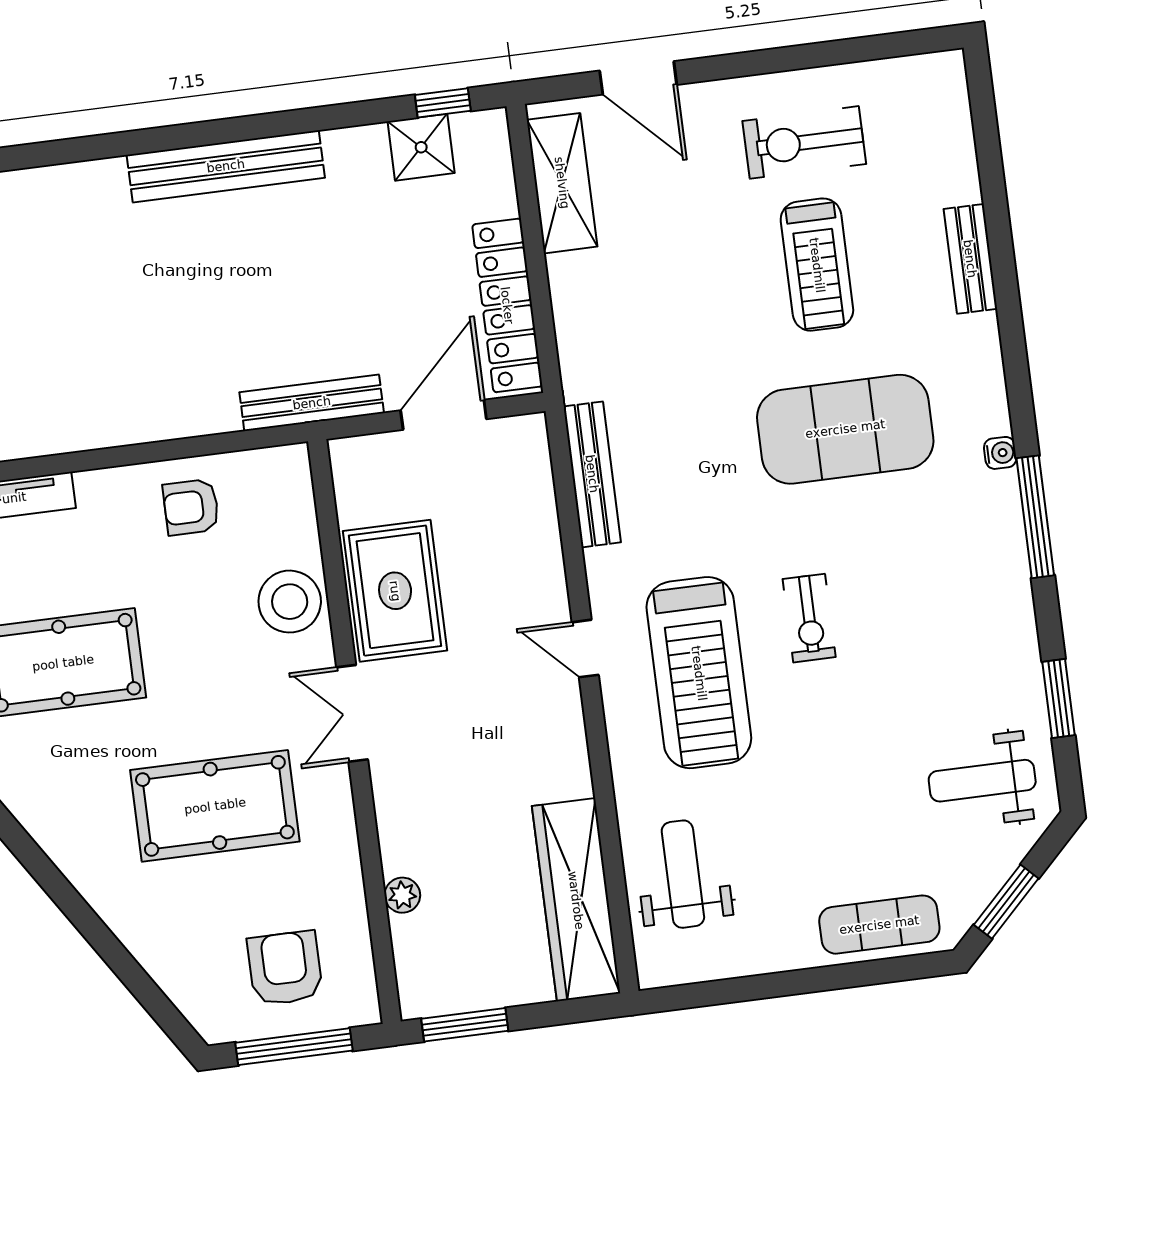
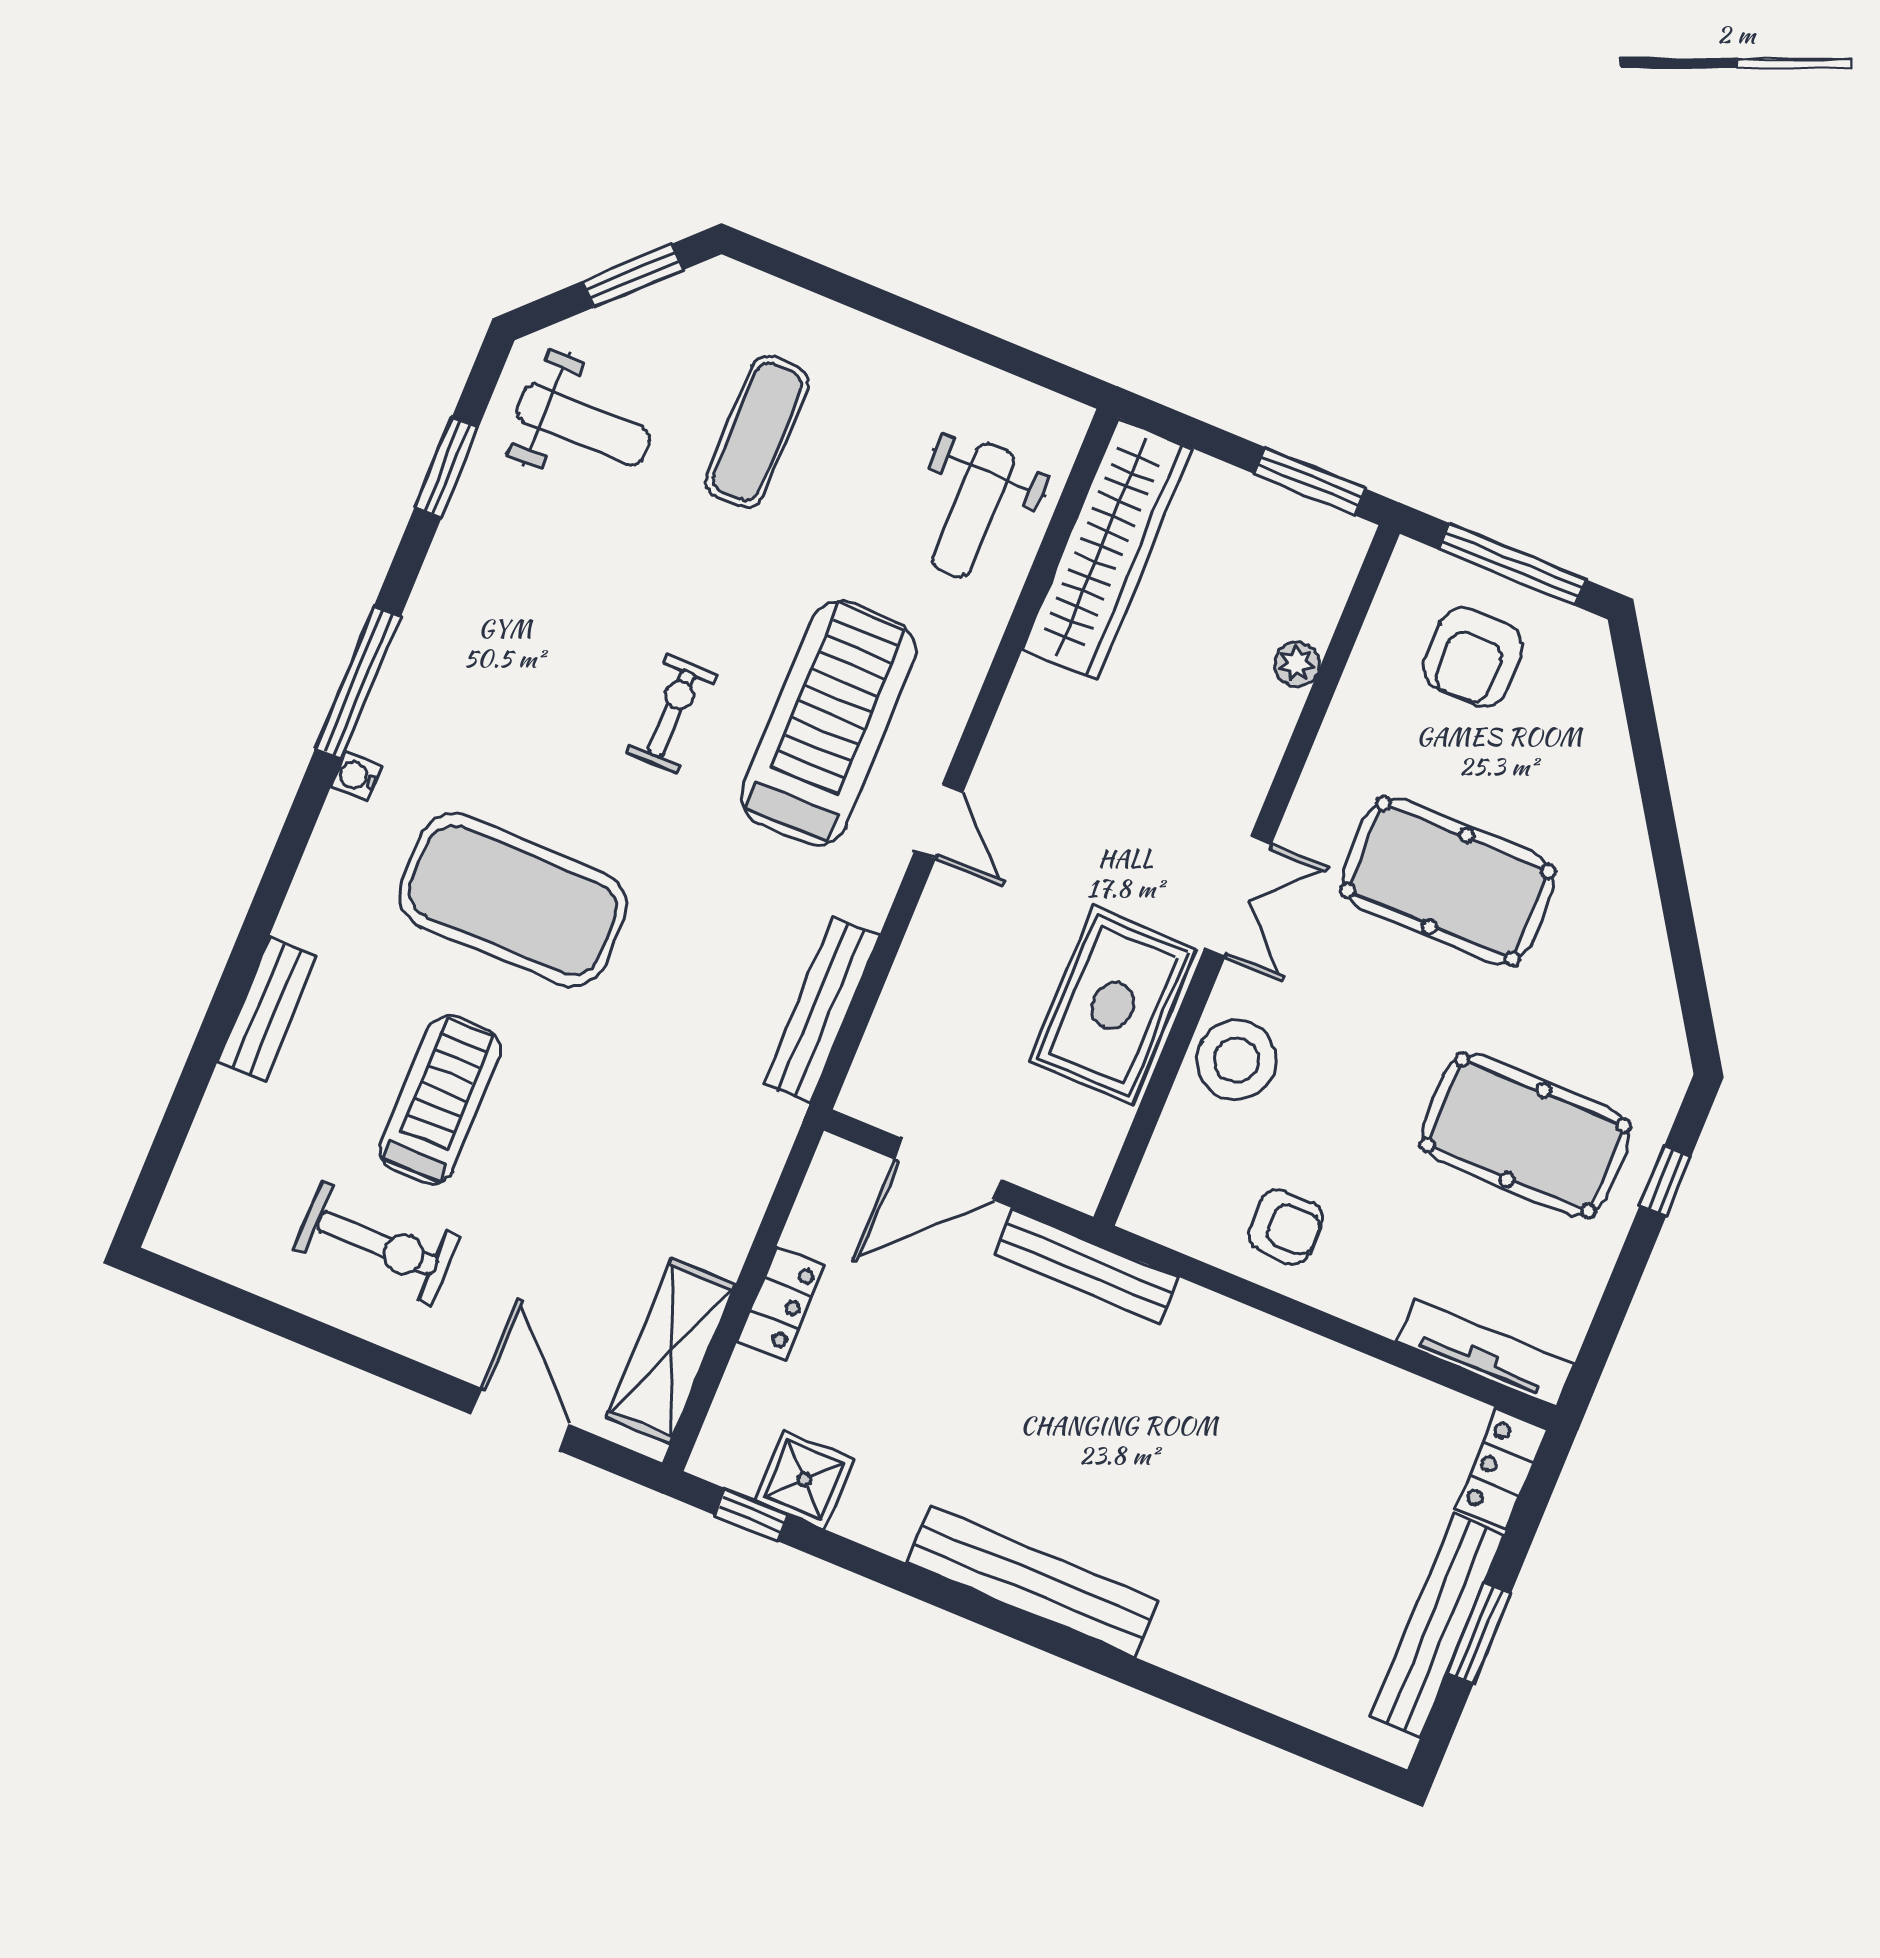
locker: (507, 305) -> (781, 1303), width x0.46, depth x0.83
exercise mat: (879, 925) -> (757, 432), moved, turned 90

